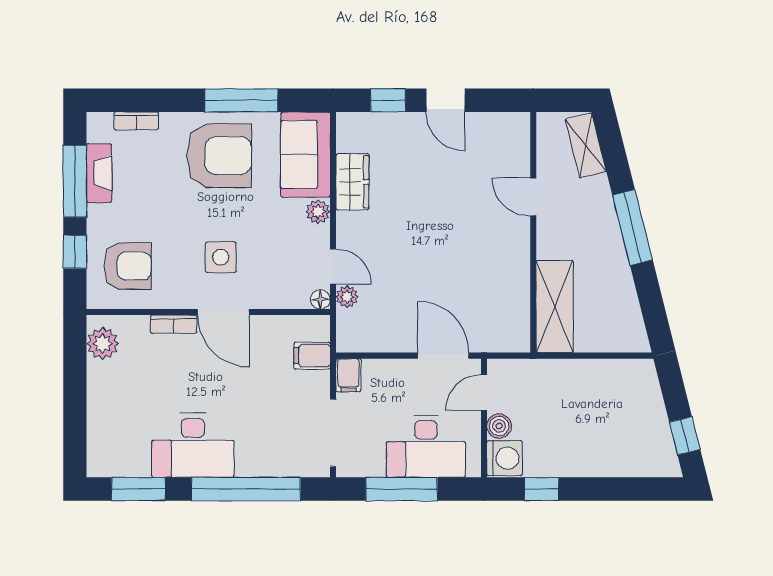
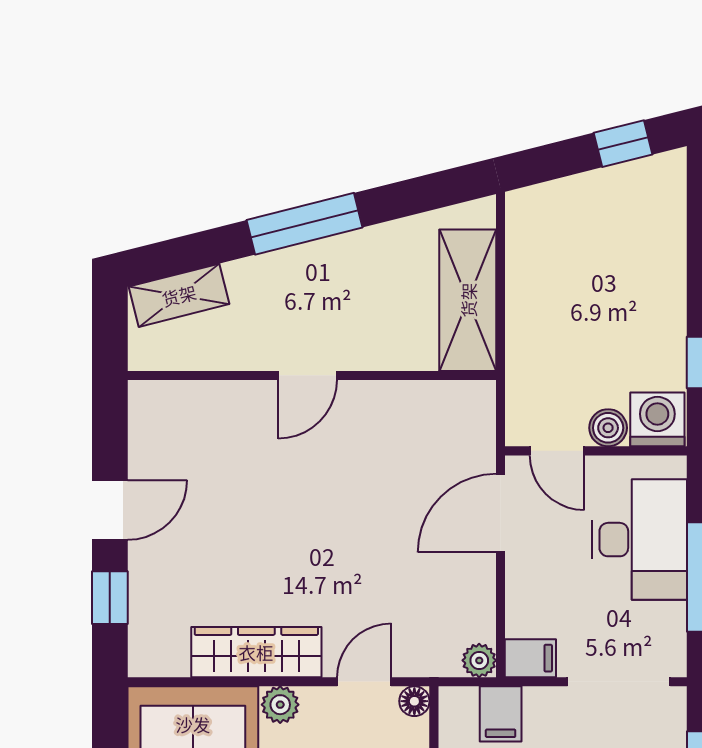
wardrobe: (352, 182) -> (256, 652), width x1.50
door: (533, 197) -> (307, 375), moved
plant: (347, 297) -> (479, 660), moved
shelving: (555, 306) -> (468, 300), moved, turned 90

